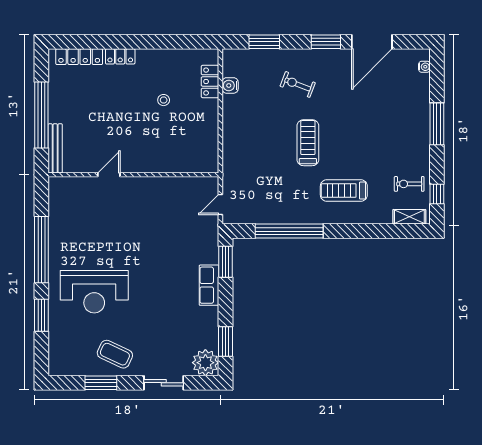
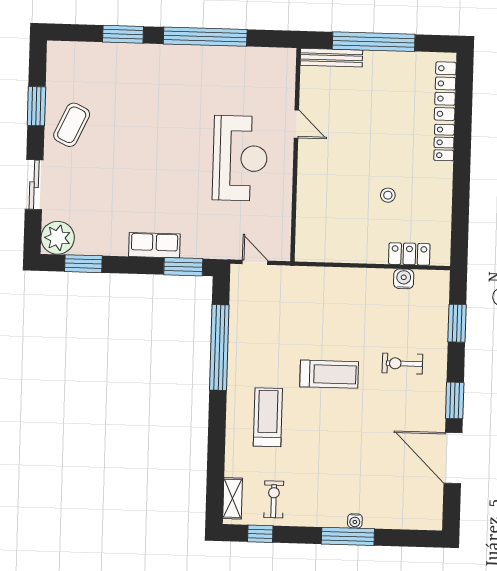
water cooler: (424, 67) -> (355, 521), moved
exercise bike: (298, 84) -> (402, 364), turned -111
reception desk: (94, 292) -> (240, 158), moved, turned 180

